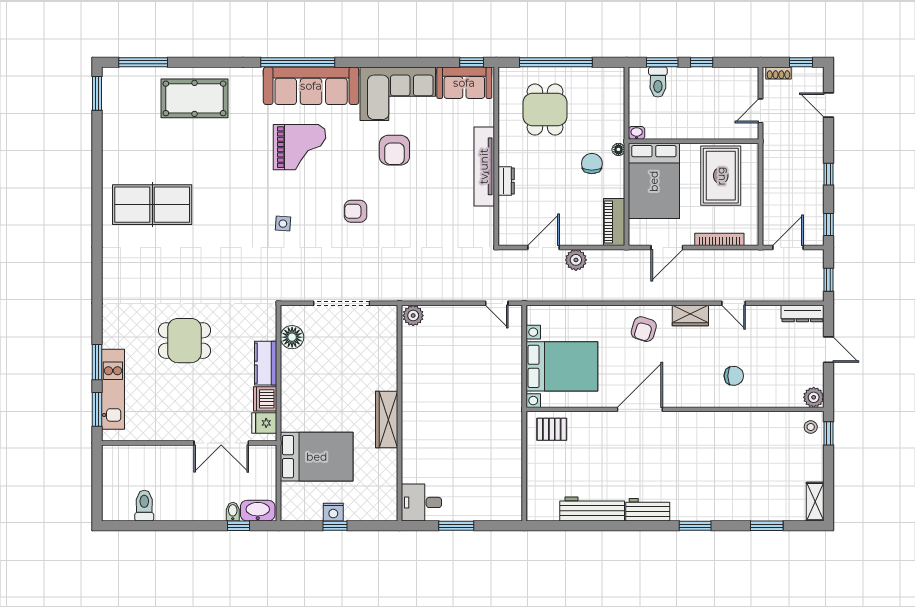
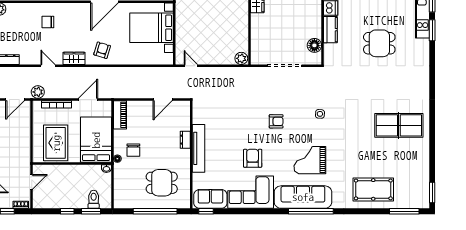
dining table: (545, 110) -> (162, 183), turned 90
plant: (576, 260) -> (38, 92), moved

